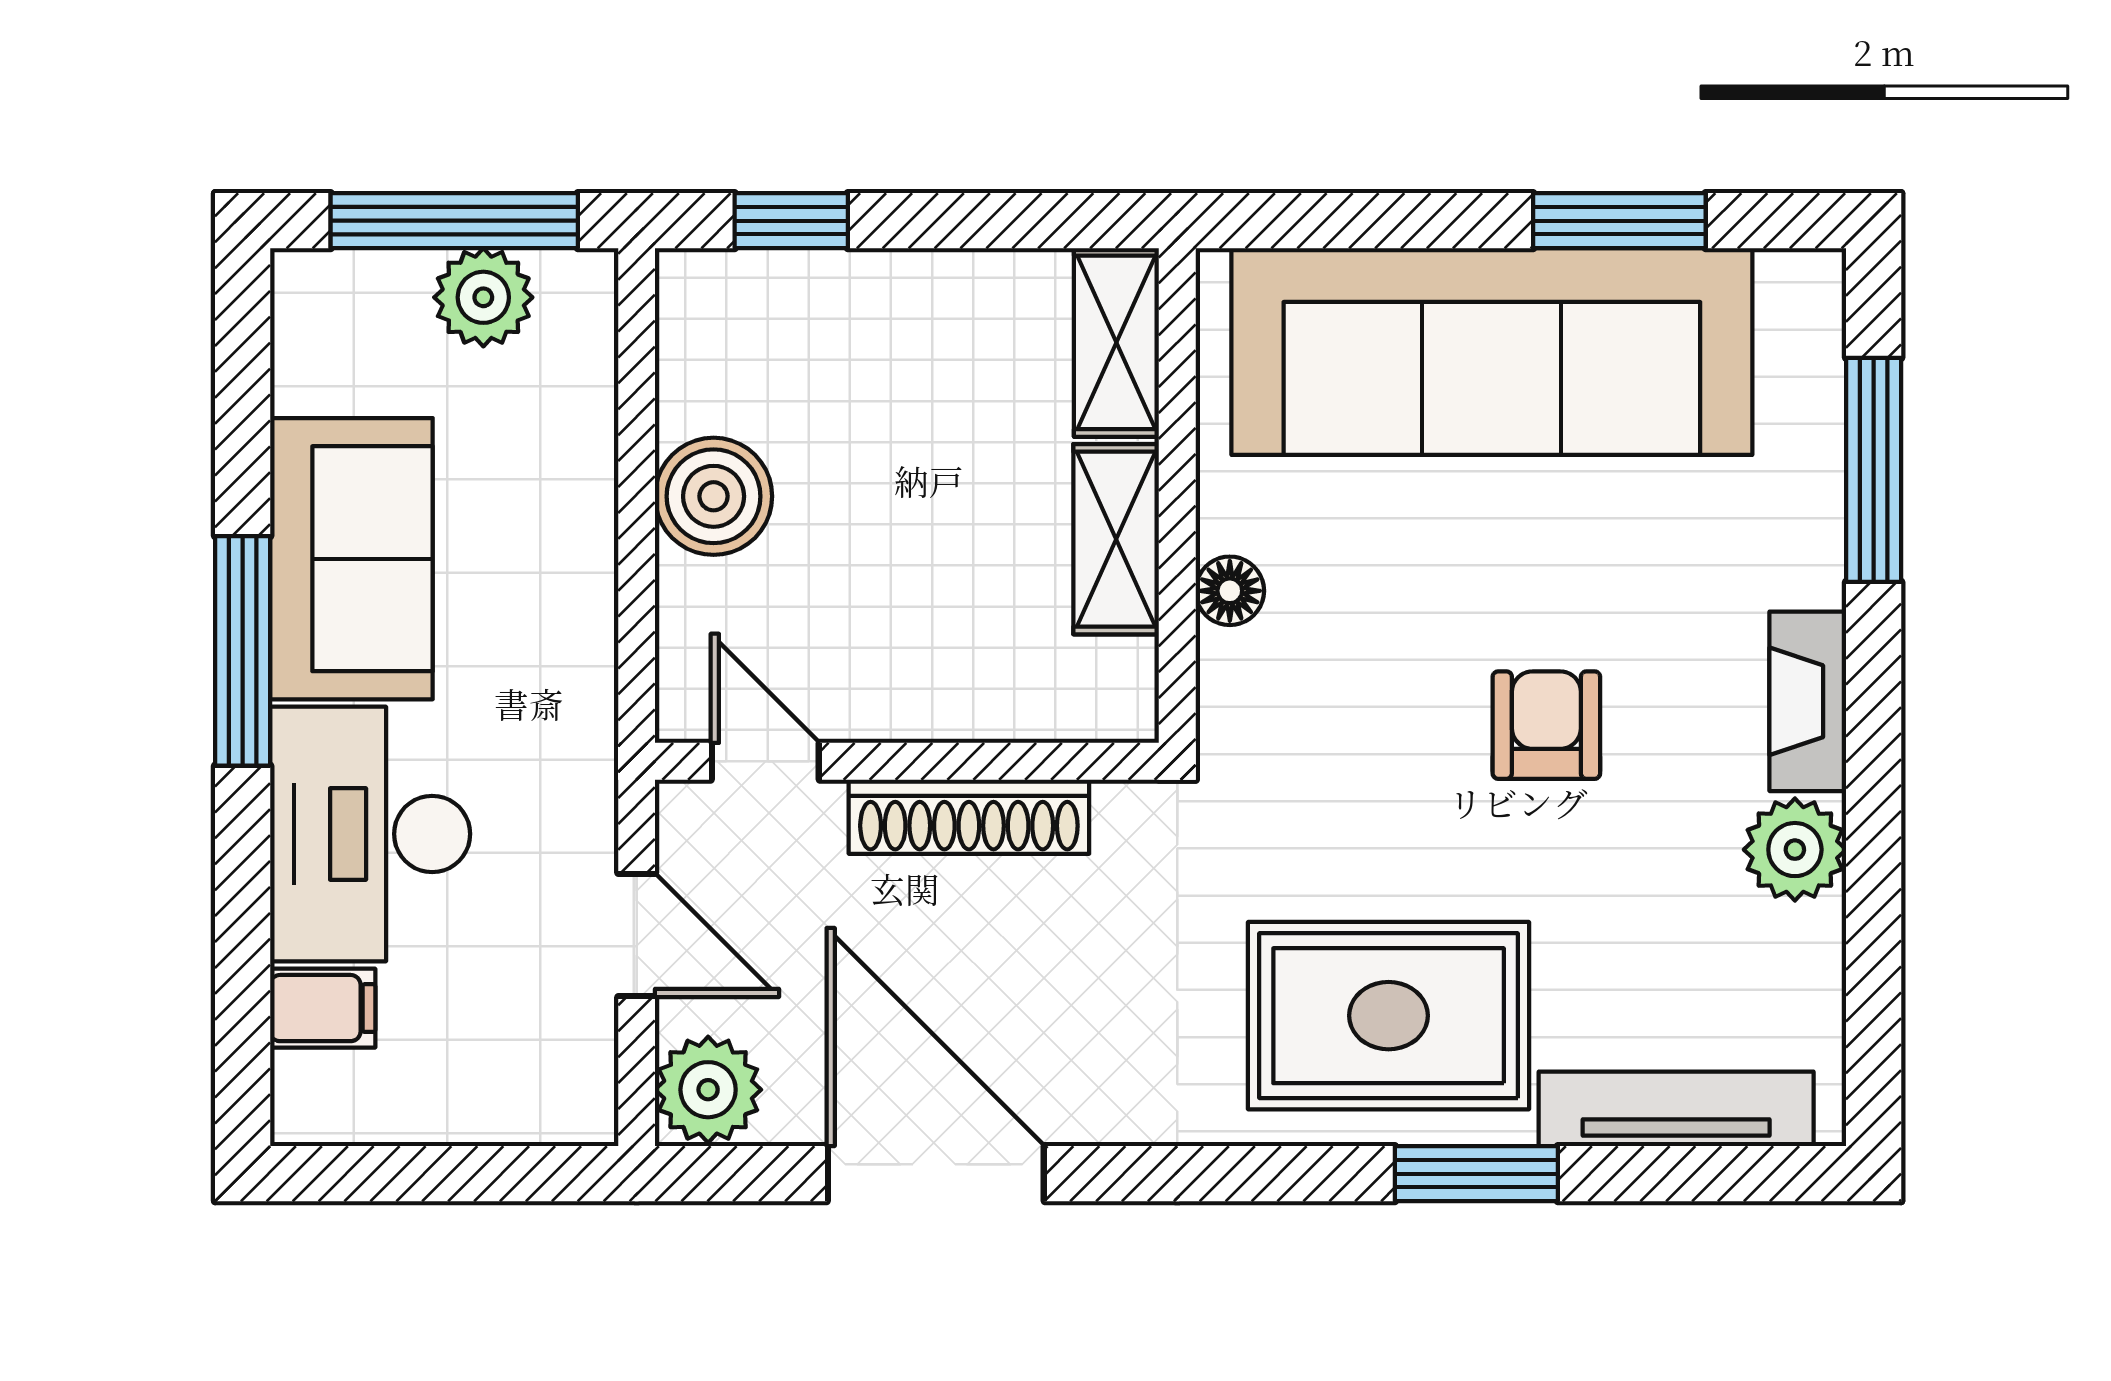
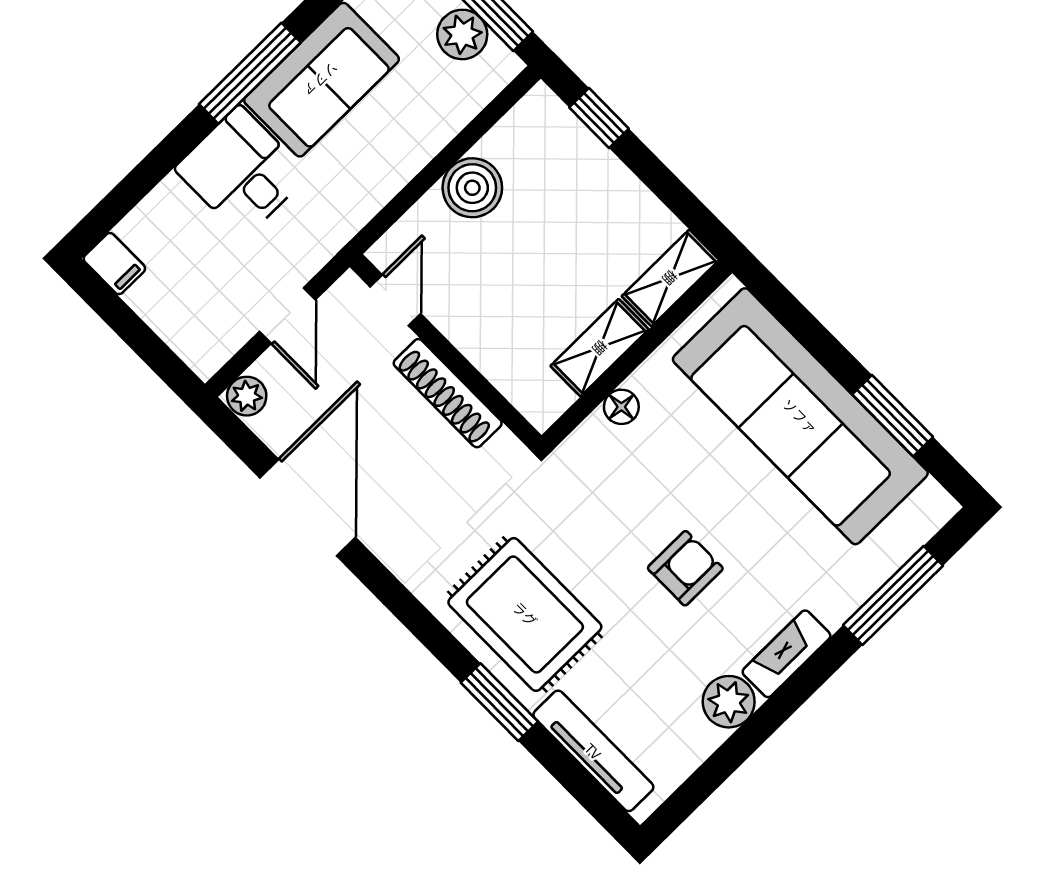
desk: (370, 834) -> (242, 172), width x0.73
filing cabinet: (323, 1008) -> (114, 264), moved
plant: (708, 1090) -> (247, 396), width x0.73, depth x0.73

